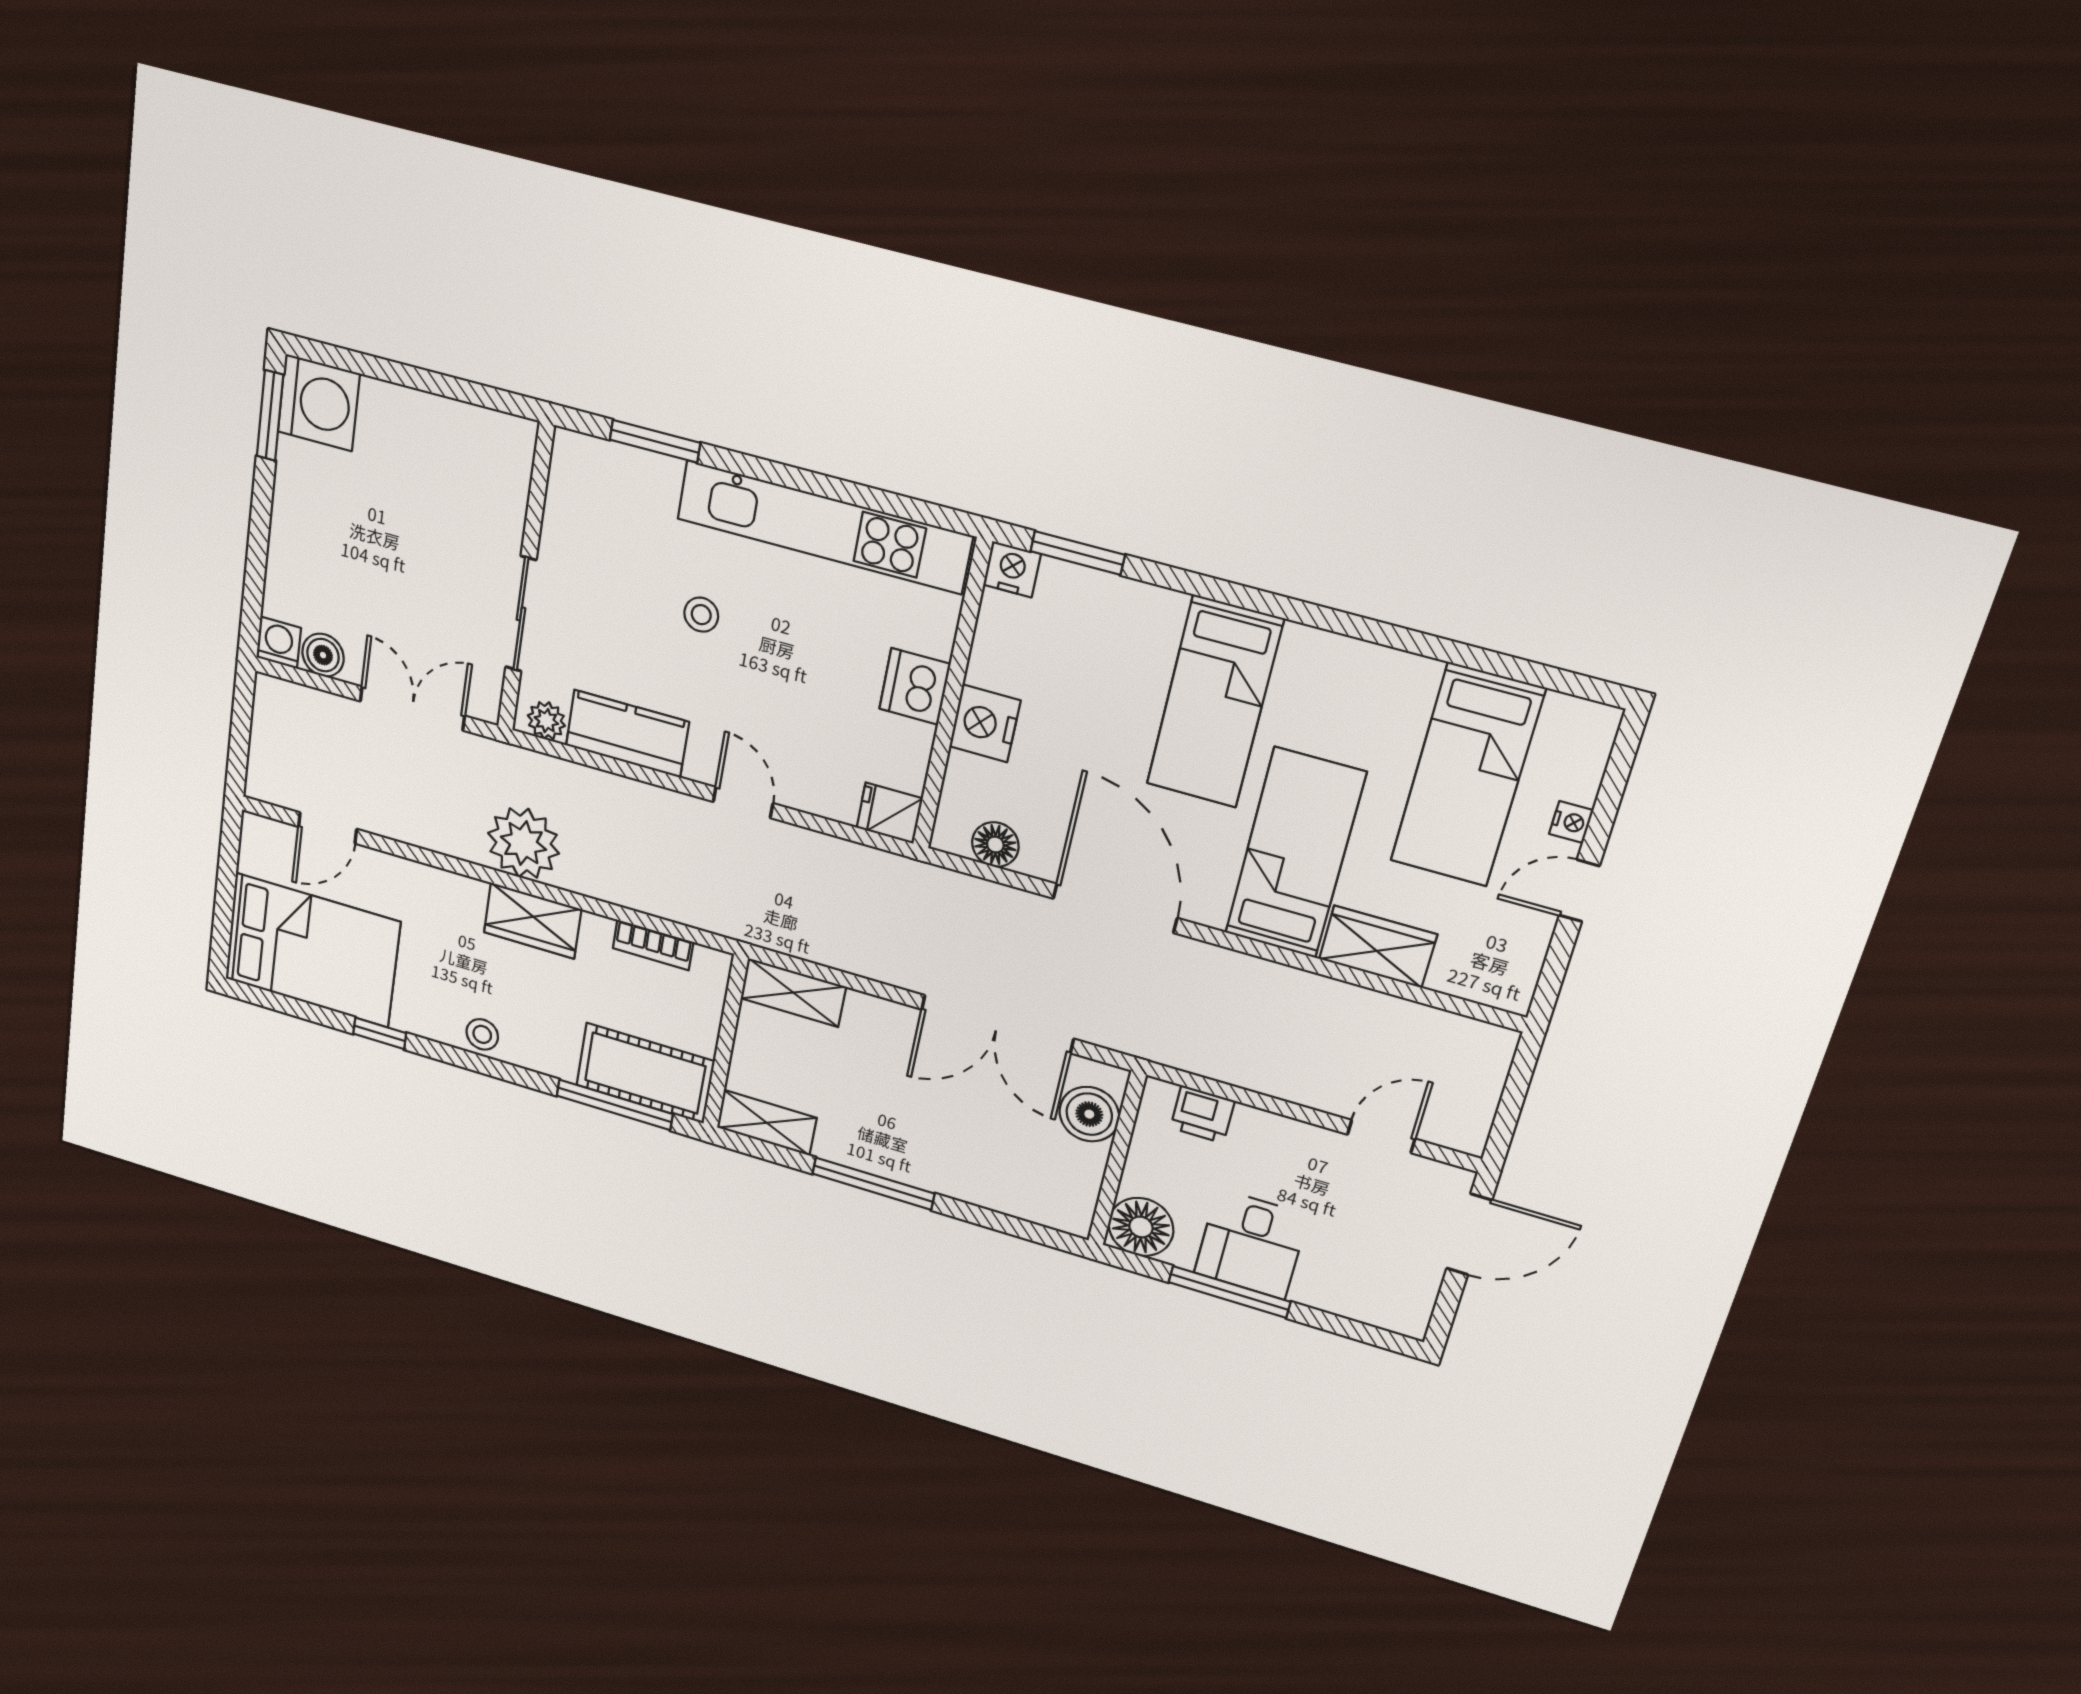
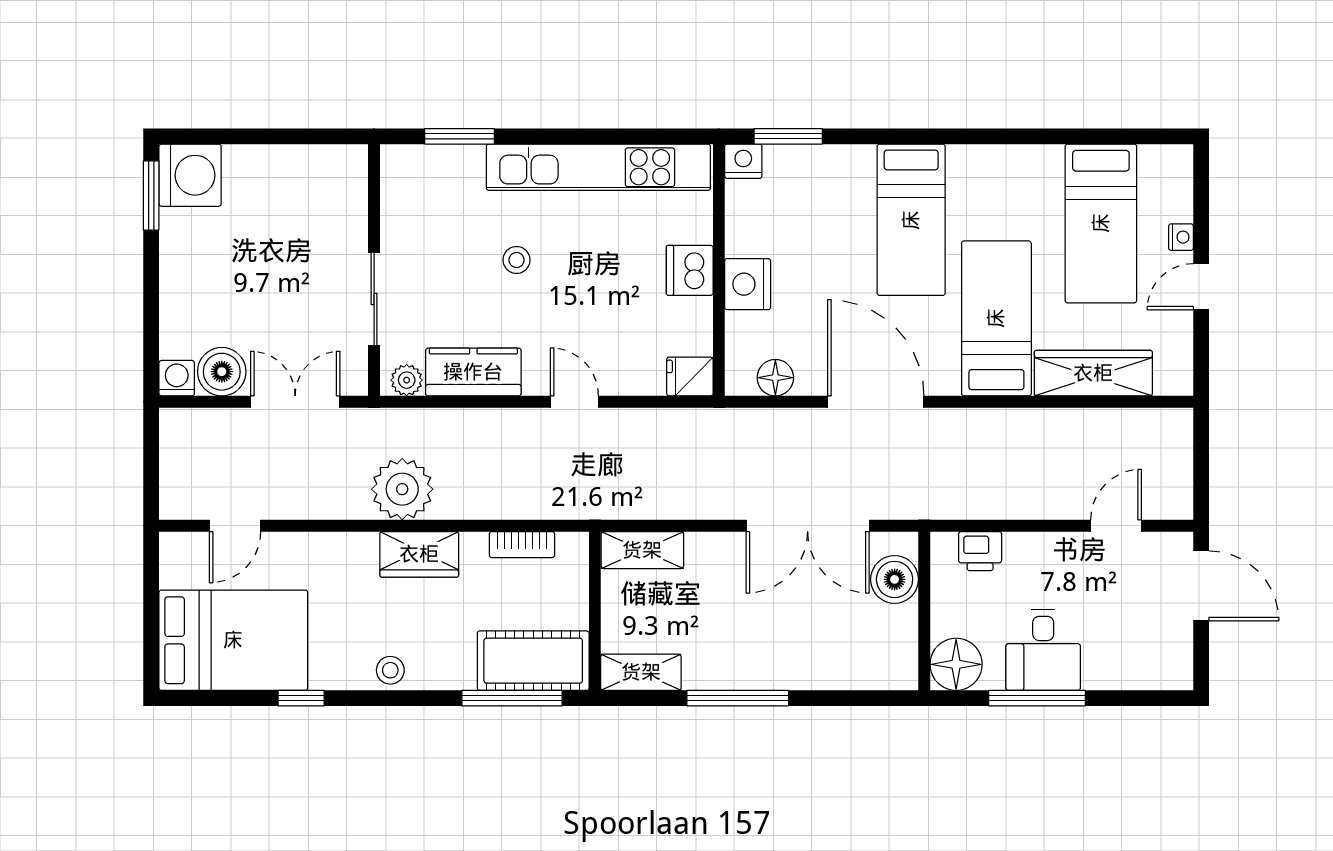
boiler: (323, 655) -> (222, 372), width x1.36, depth x1.36
wardrobe: (1378, 947) -> (1093, 373), width x1.50
door: (1469, 1234) -> (1201, 586), hinge flipped

